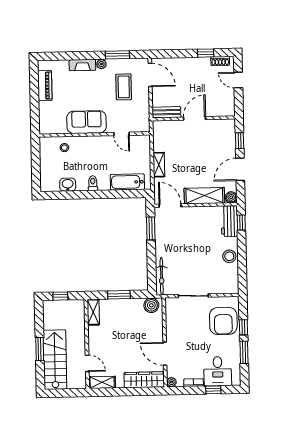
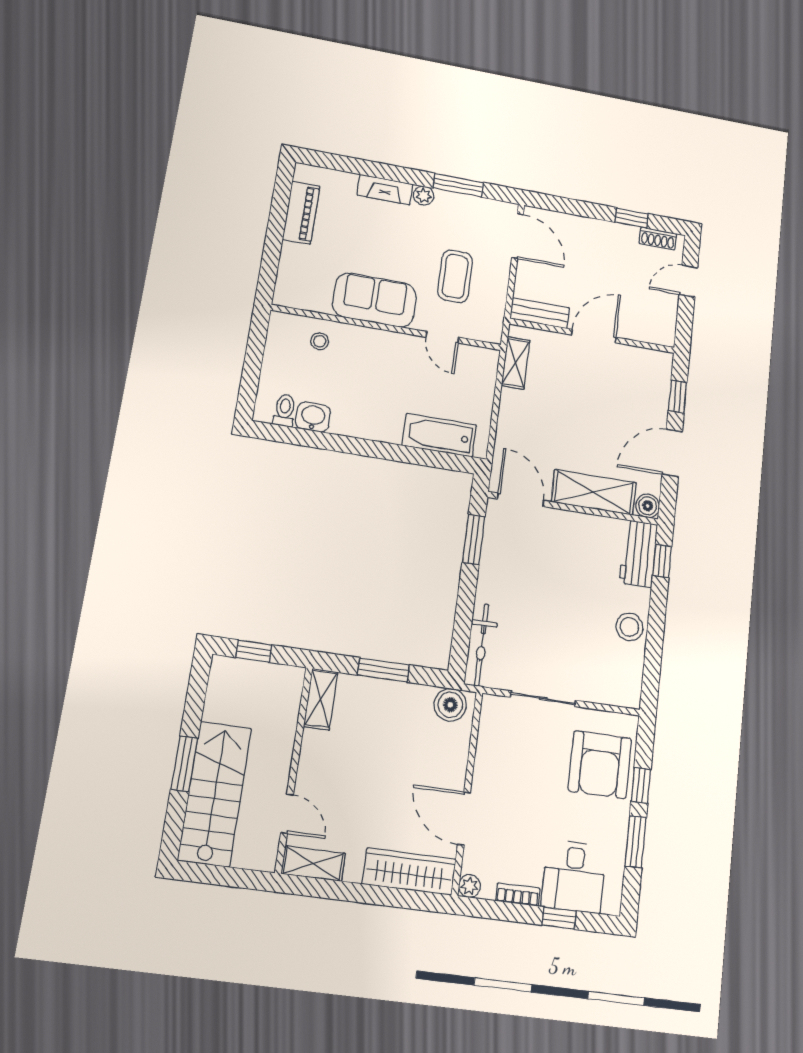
door: (238, 80) -> (688, 281), hinge flipped
coffee table: (124, 87) -> (455, 276), moved
shelving: (159, 165) -> (516, 363), moved
toilet: (93, 183) -> (285, 410), moved

